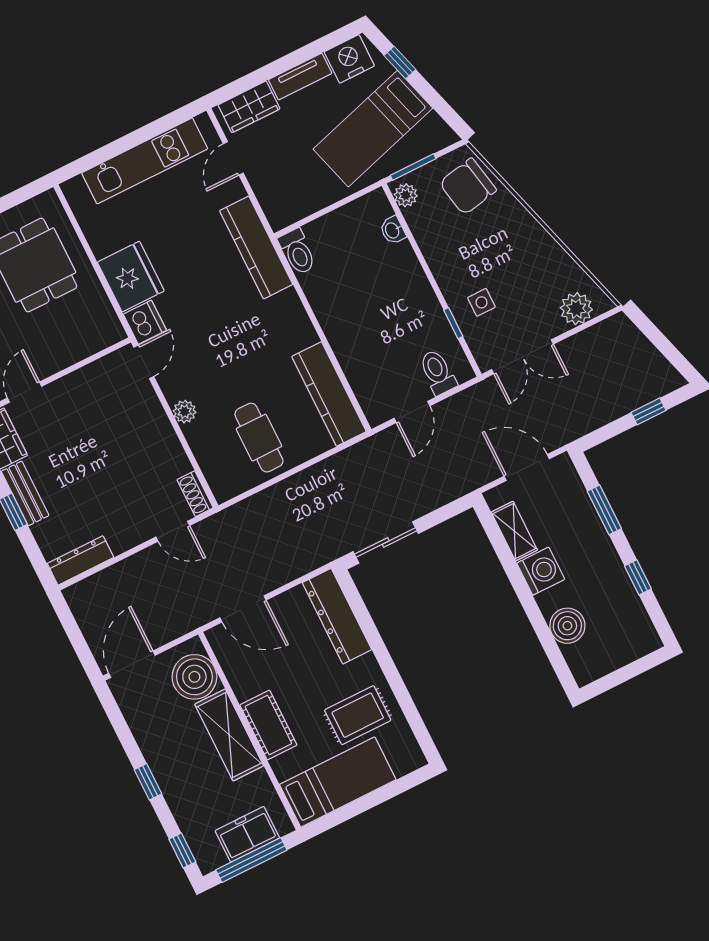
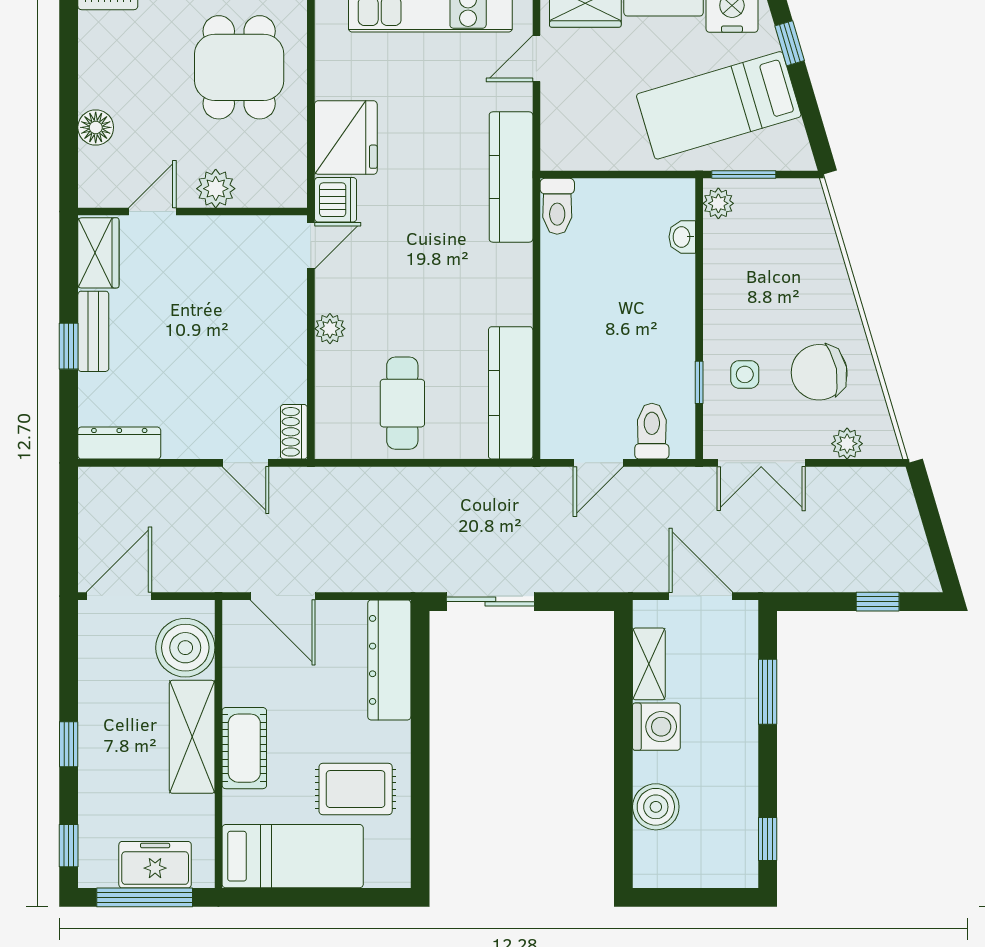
chair: (468, 186) -> (819, 372), moved
plant: (576, 309) -> (847, 444), width x0.73, depth x0.73
plant: (60, 355) -> (216, 189), added
window: (638, 577) -> (768, 839), moved

